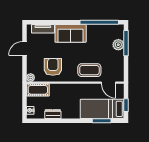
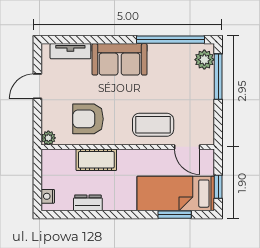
plant: (118, 45) -> (204, 60), moved
armchair: (53, 67) -> (88, 119), turned -90
cot: (38, 90) -> (96, 160), moved

